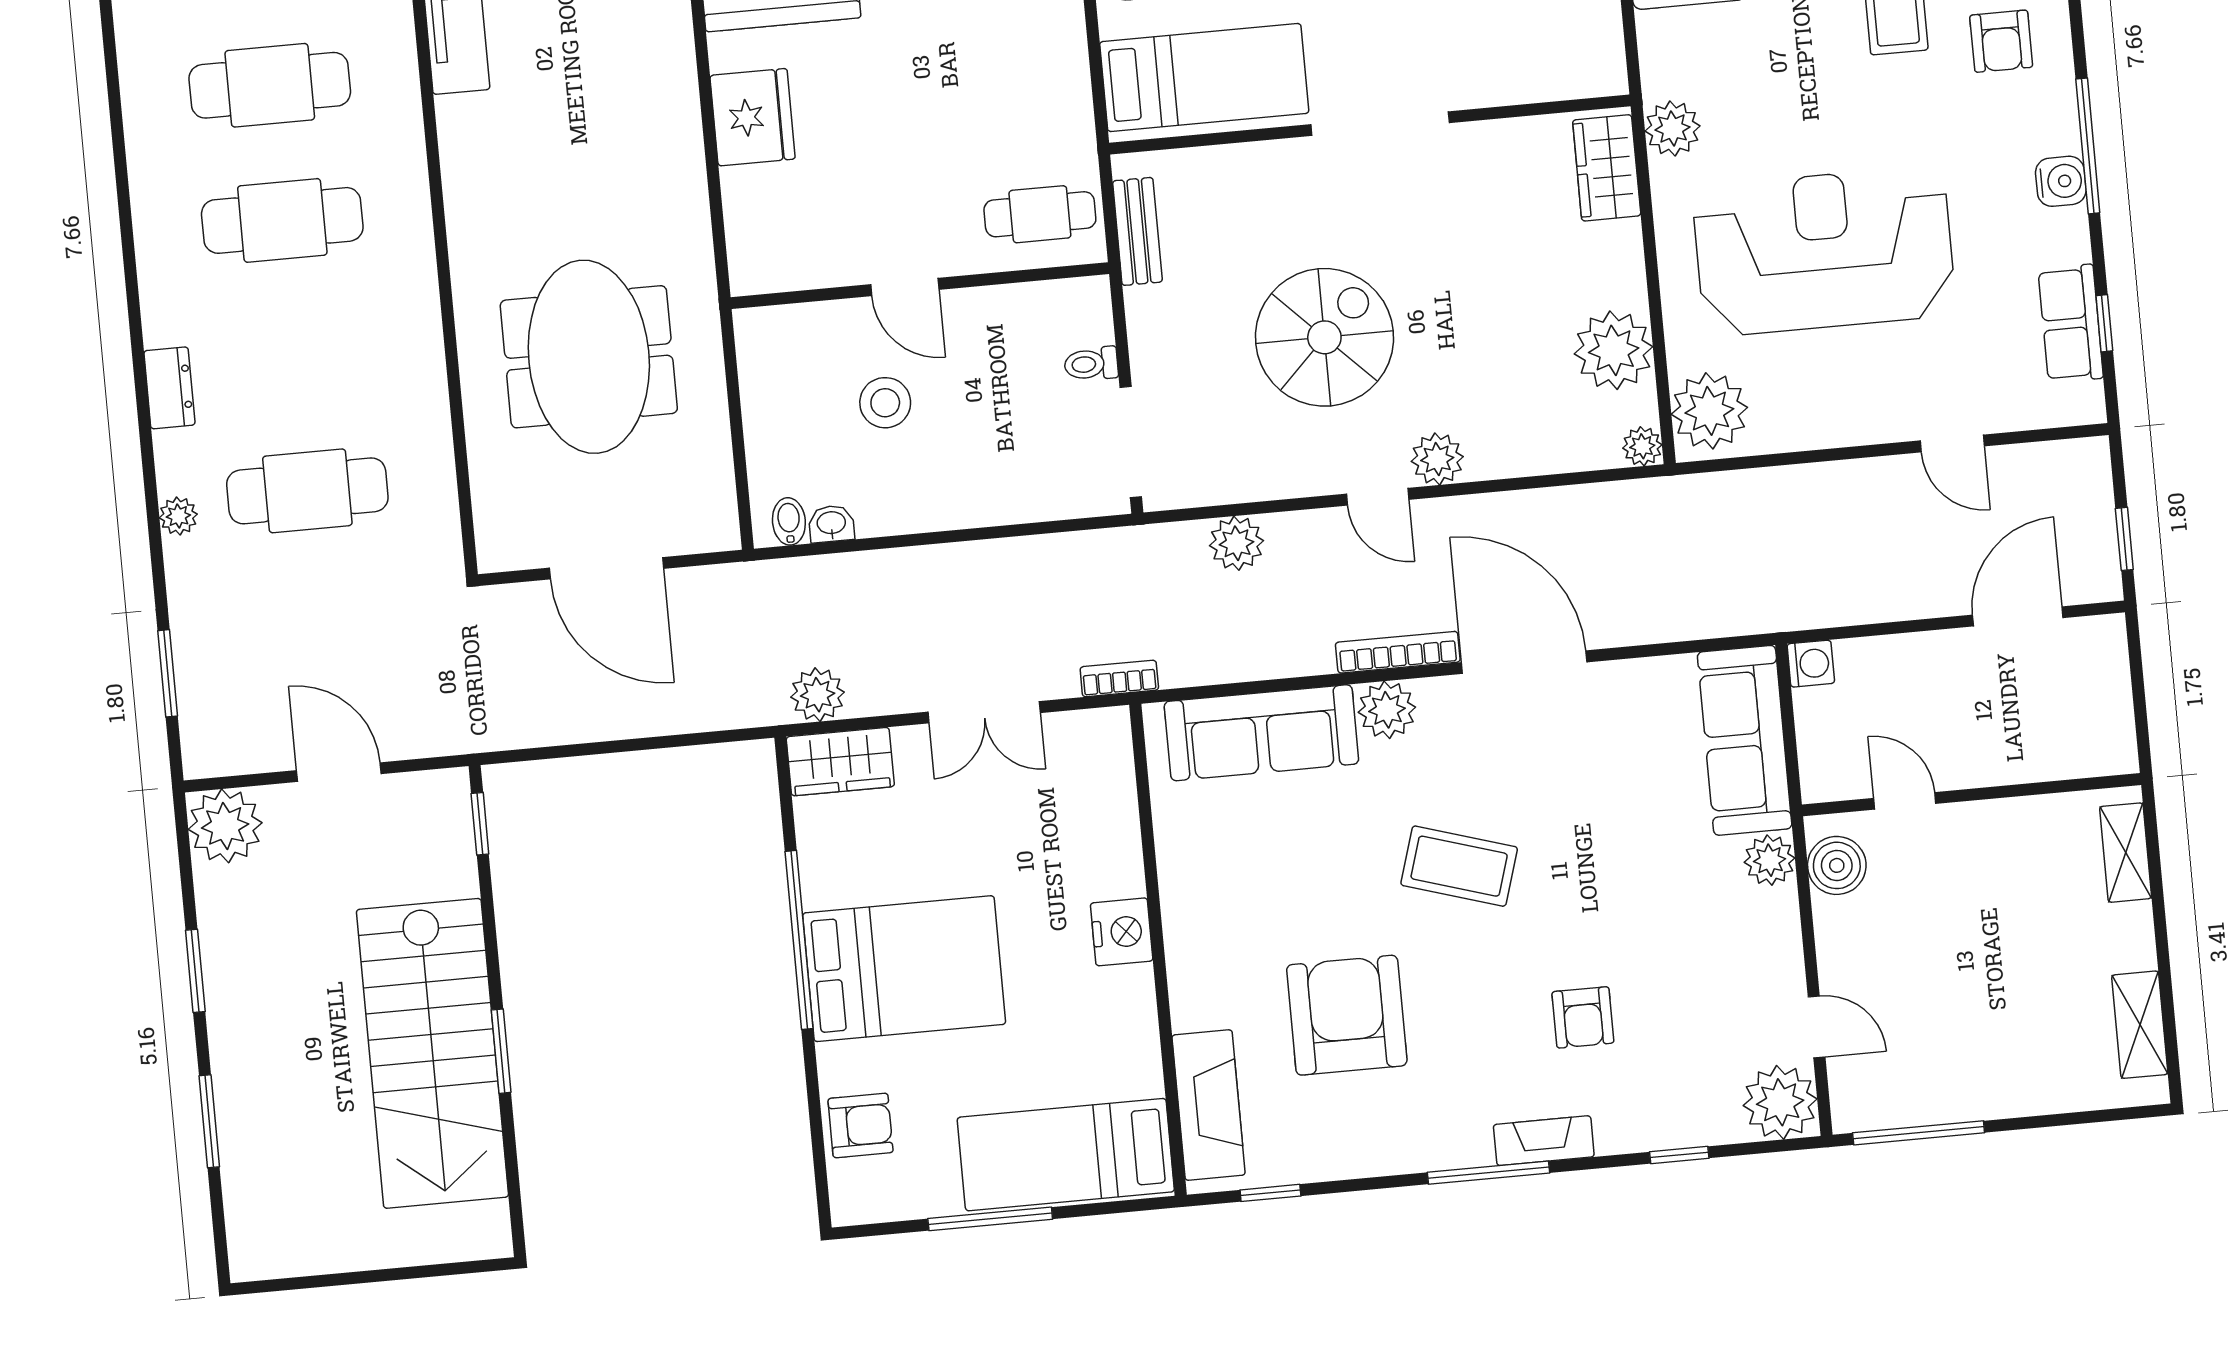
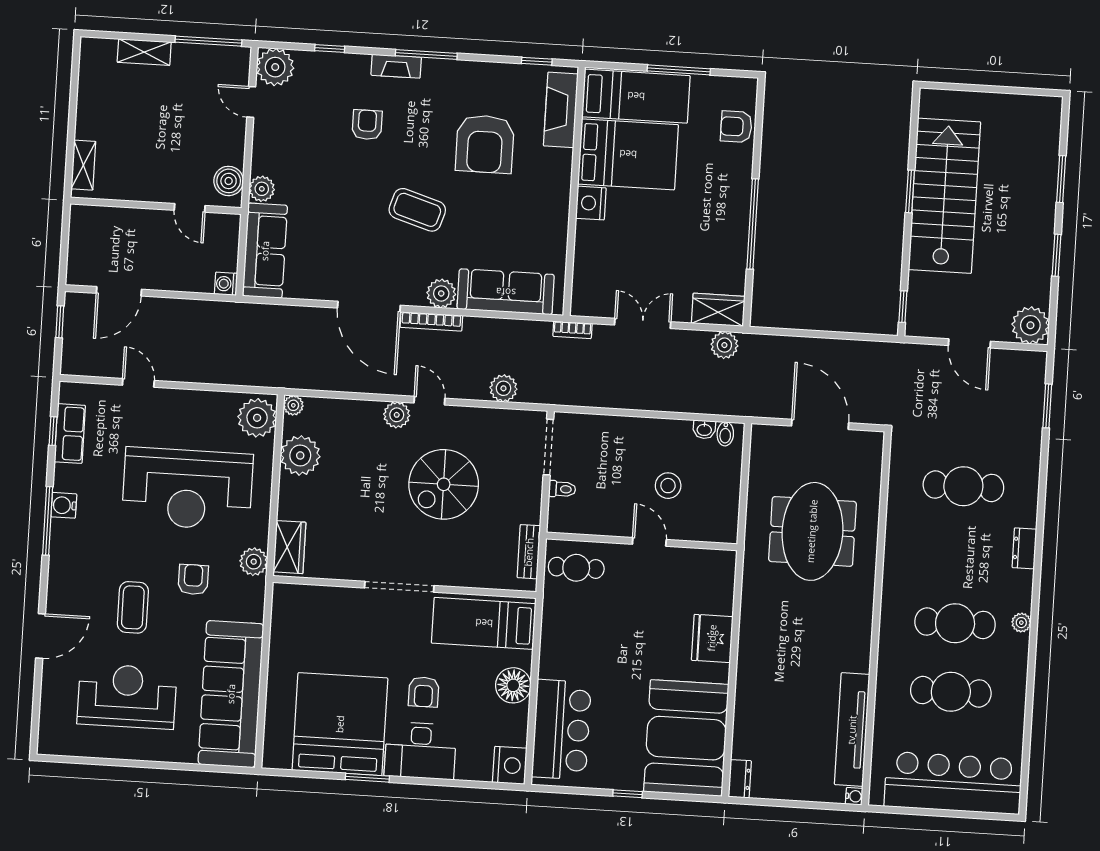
armchair: (2001, 41) -> (193, 580), moved
plant: (178, 516) -> (1021, 623), moved
bed: (904, 969) -> (628, 154), moved, turned 180
shelving: (2140, 1025) -> (144, 52), moved, turned 90

